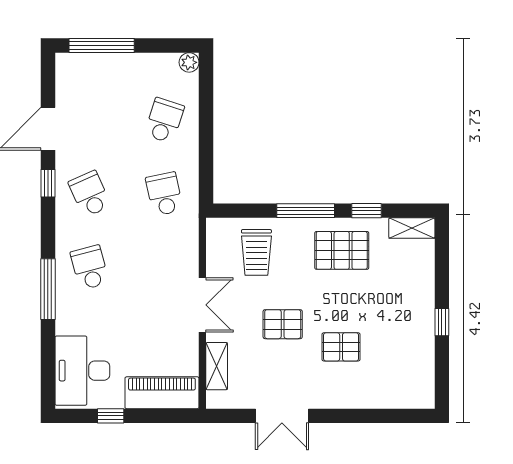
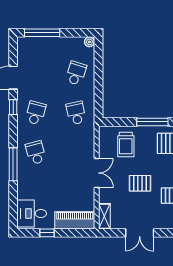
school desk: (90, 194) -> (36, 113), turned 39
shelving: (217, 366) -> (104, 216), moved
desk: (82, 371) -> (32, 214), width x0.73

